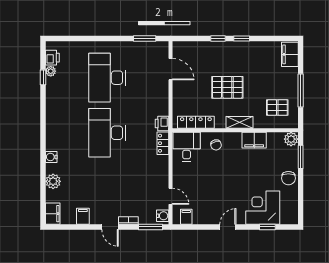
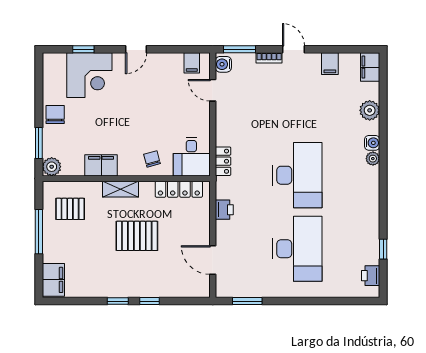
plant: (51, 71) -> (373, 159), moved
printer: (162, 123) -> (224, 210), moved

